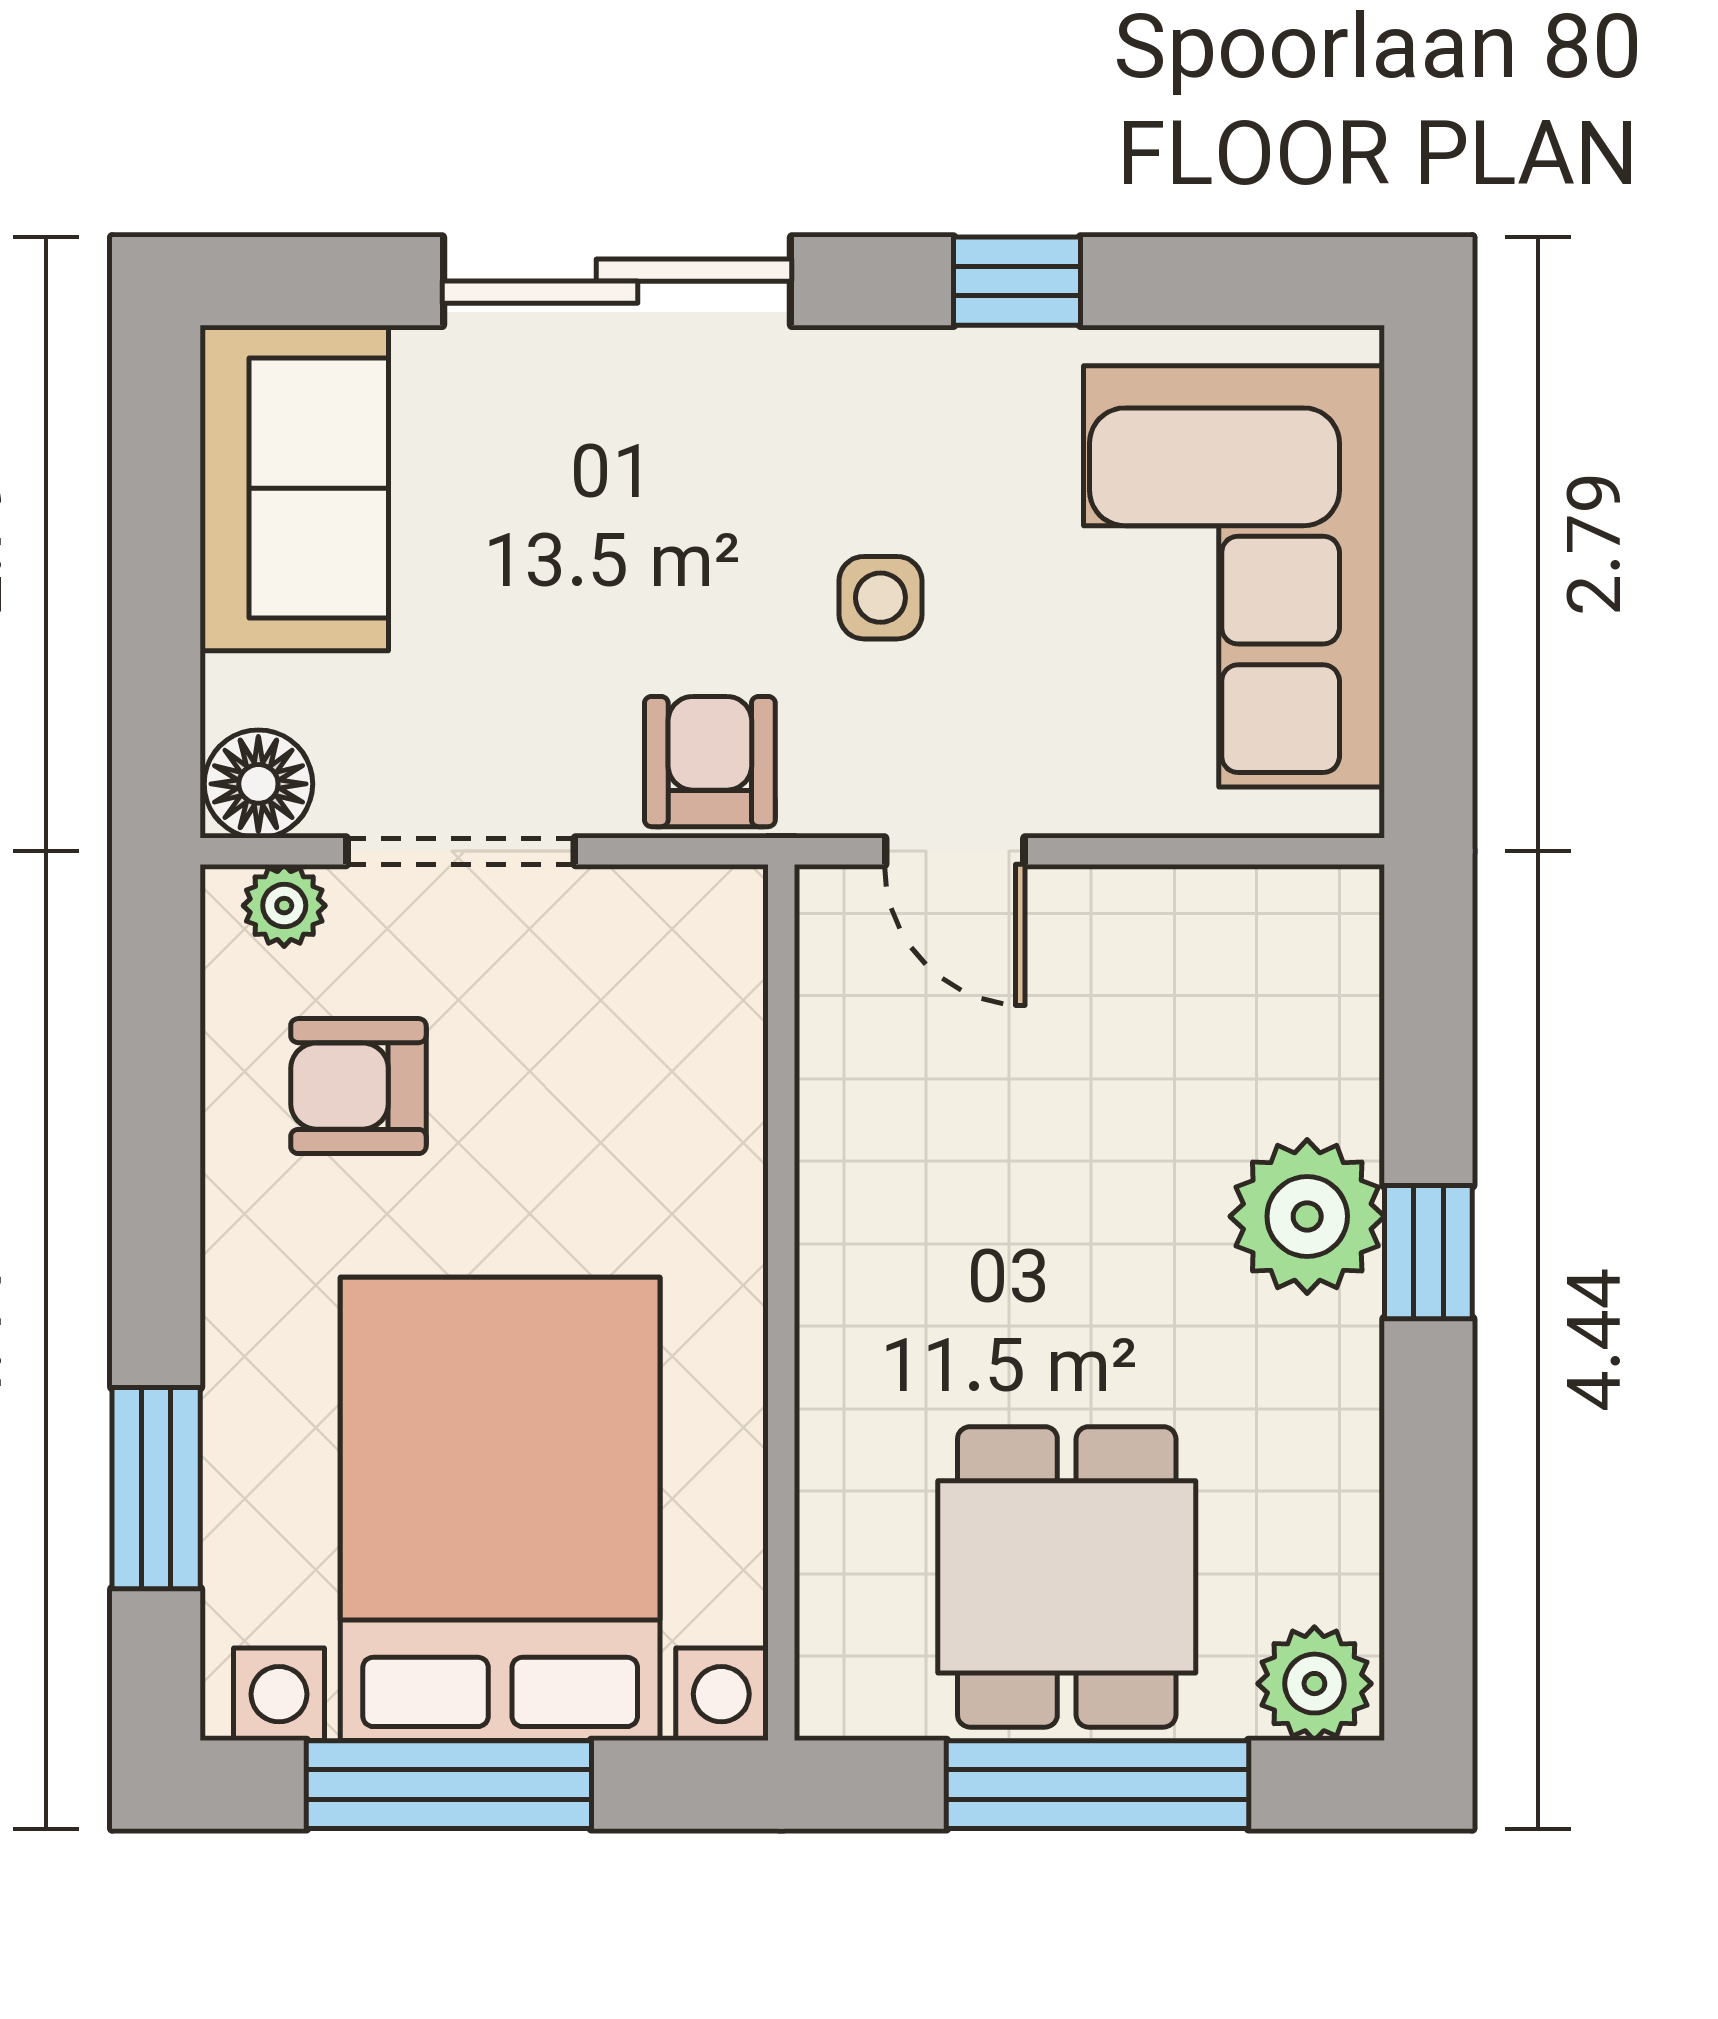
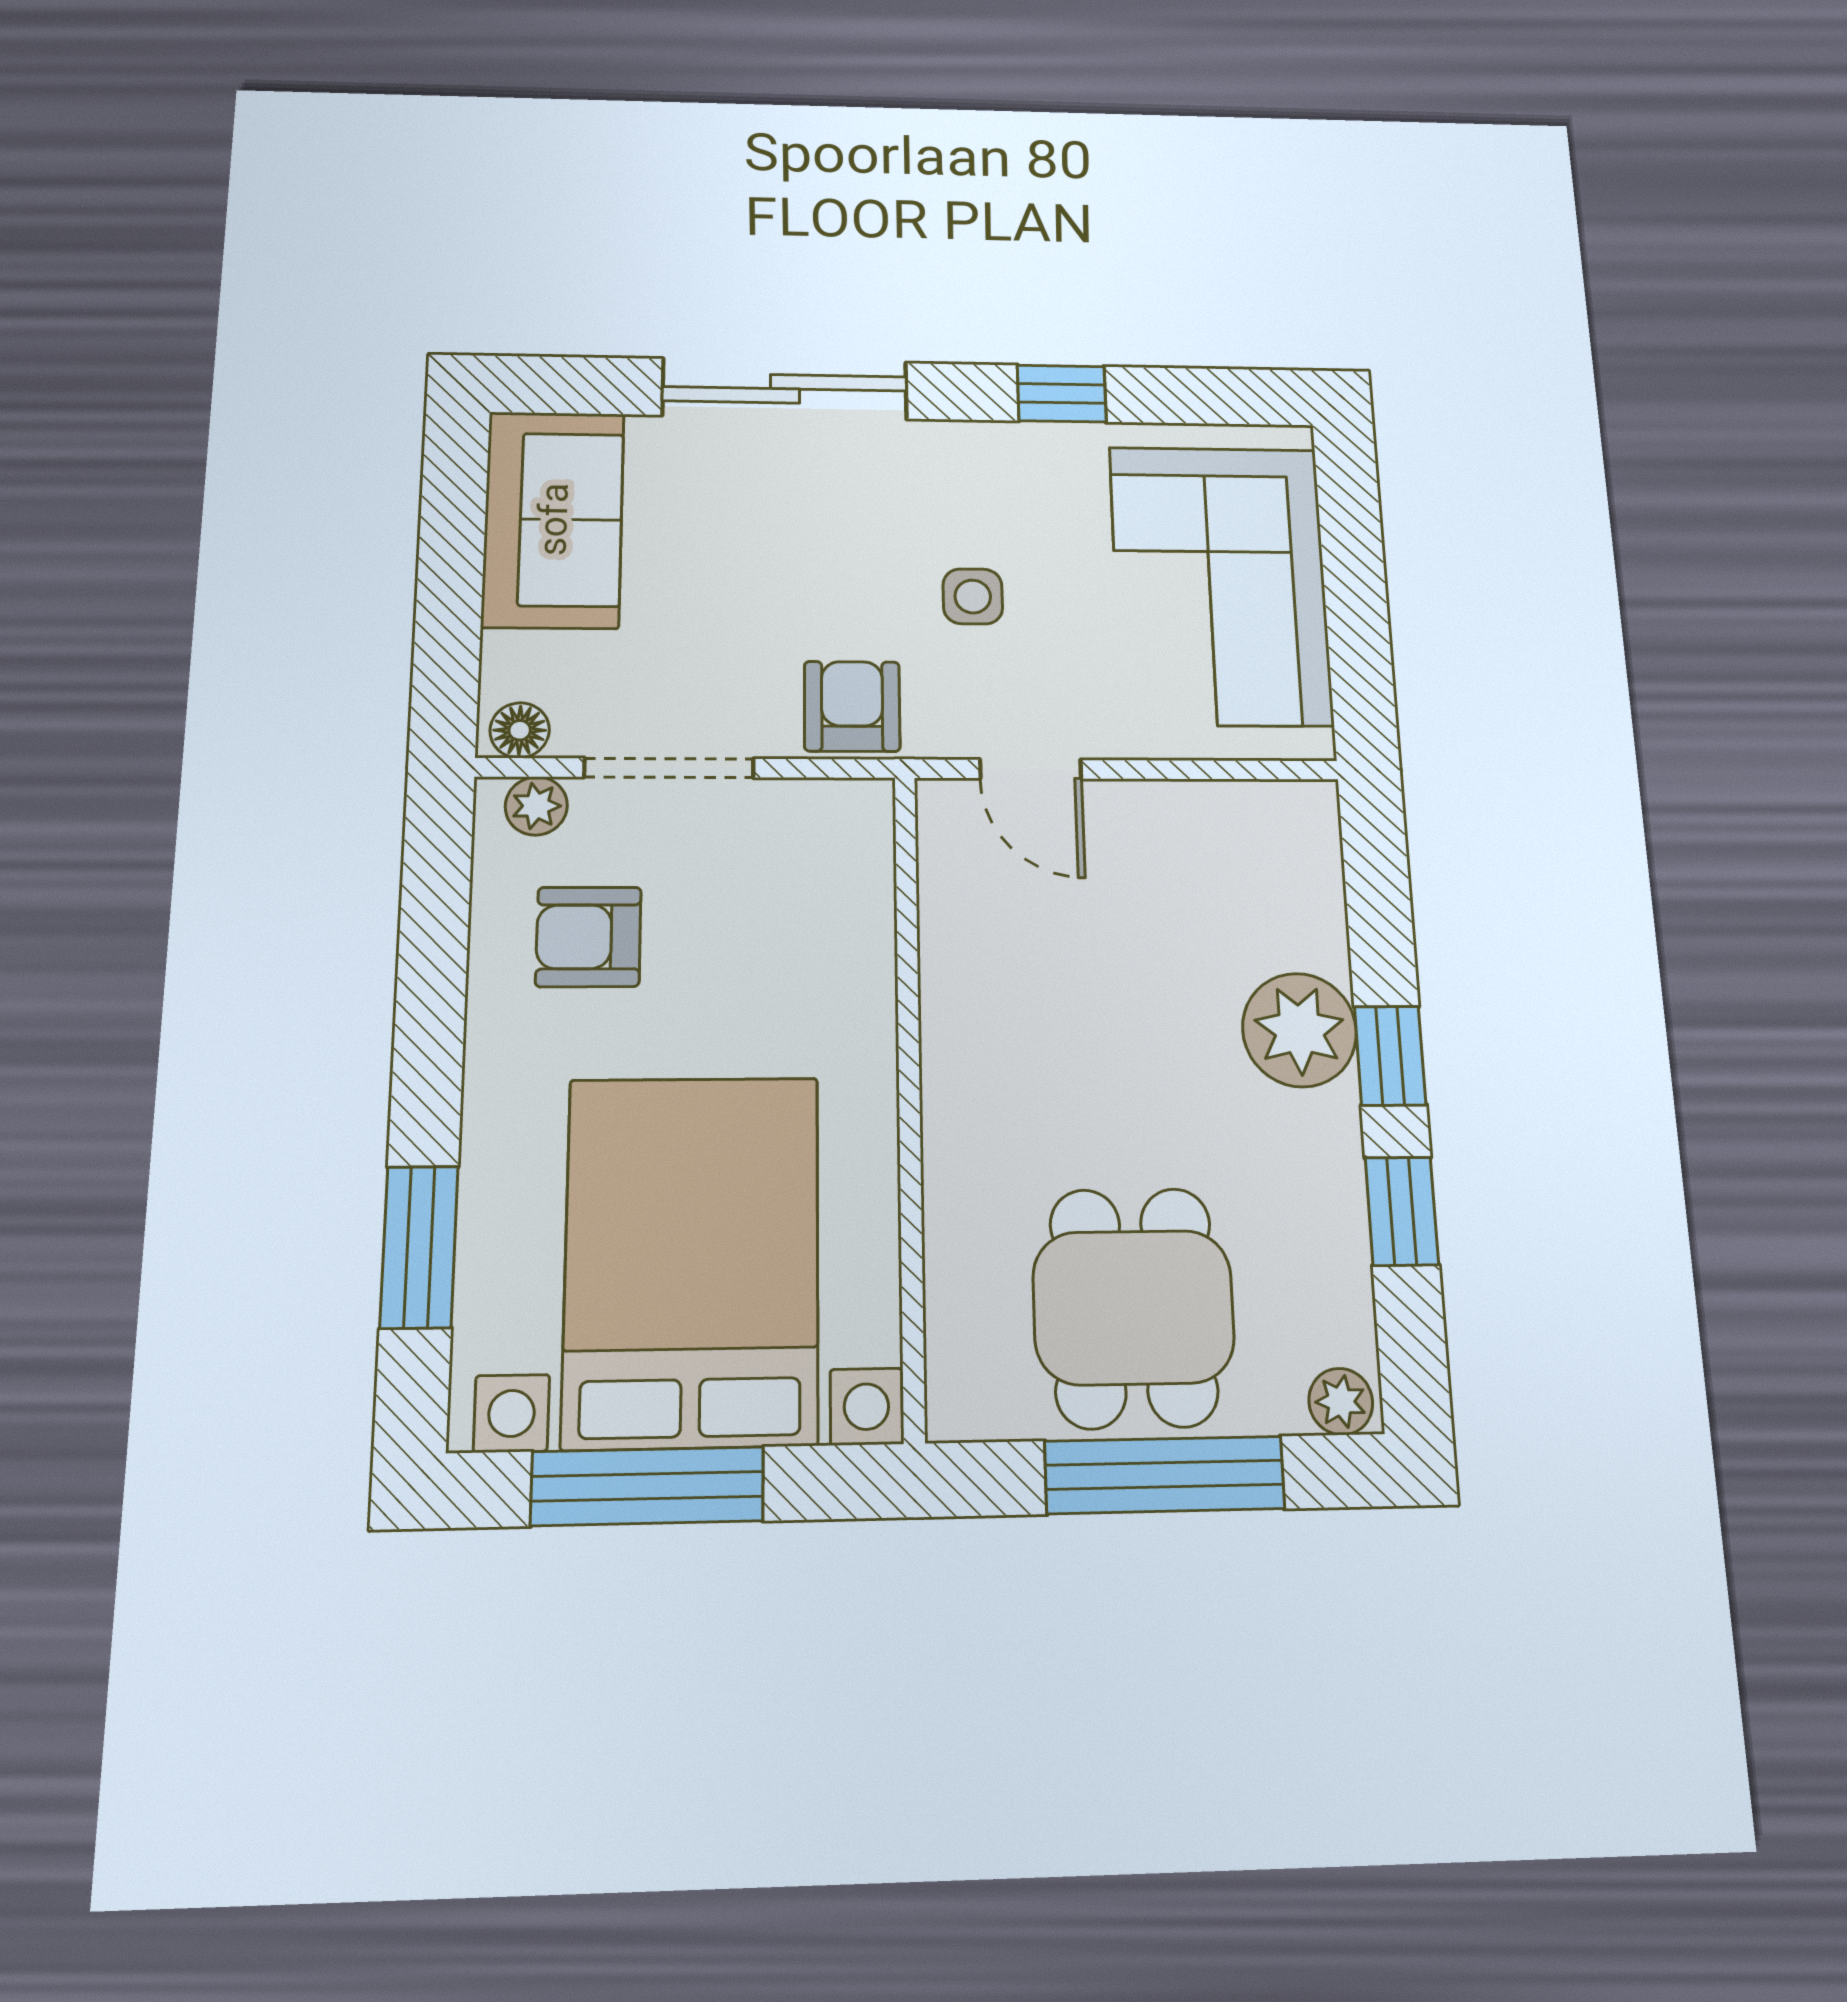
floor lamp: (258, 784) -> (520, 730), width x0.73, depth x0.73
window: (1428, 1459) -> (1402, 1211), added
plant: (1314, 1684) -> (1341, 1402), width x0.73, depth x0.73

